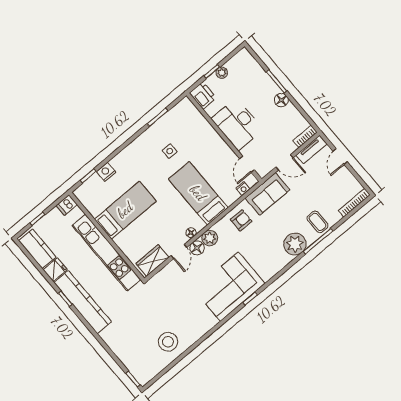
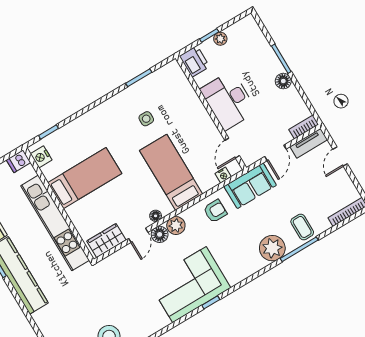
door: (285, 162) -> (275, 153), hinge flipped
nightstand: (106, 172) -> (41, 157), moved, turned -90

